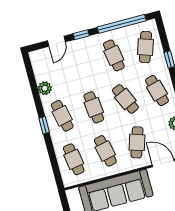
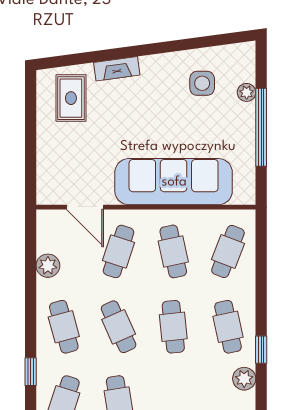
window: (44, 125) -> (261, 350), moved
cafe table: (74, 159) -> (228, 251), turned 30

